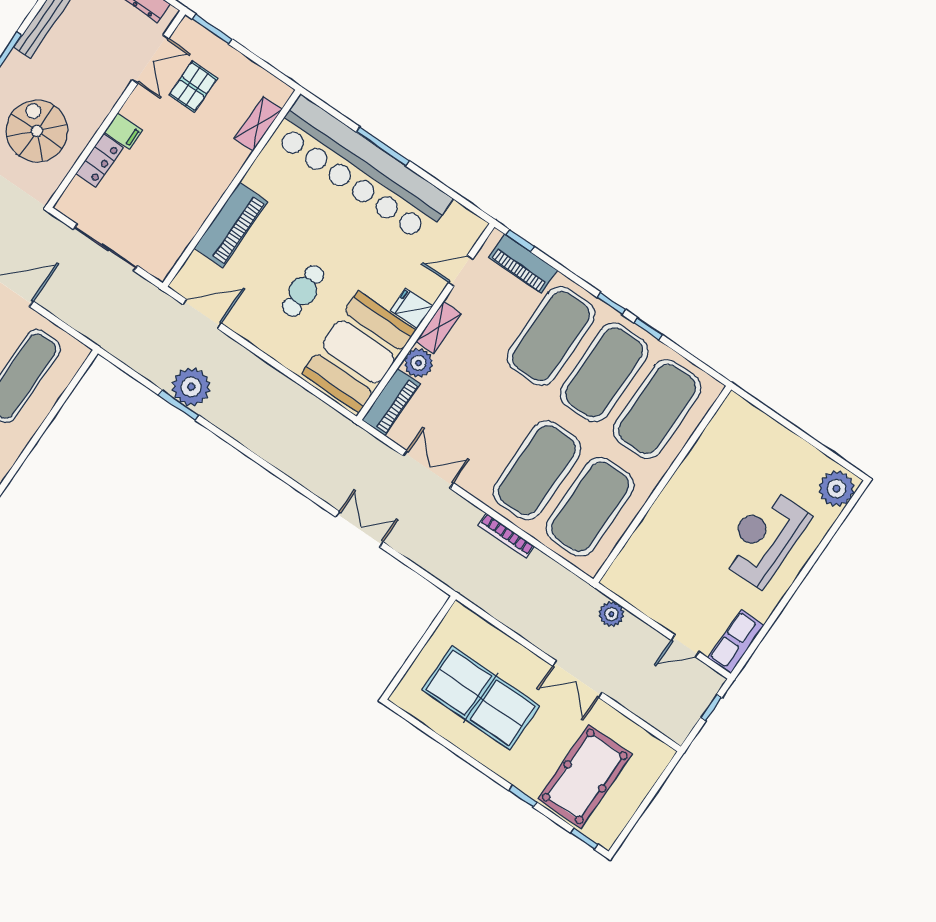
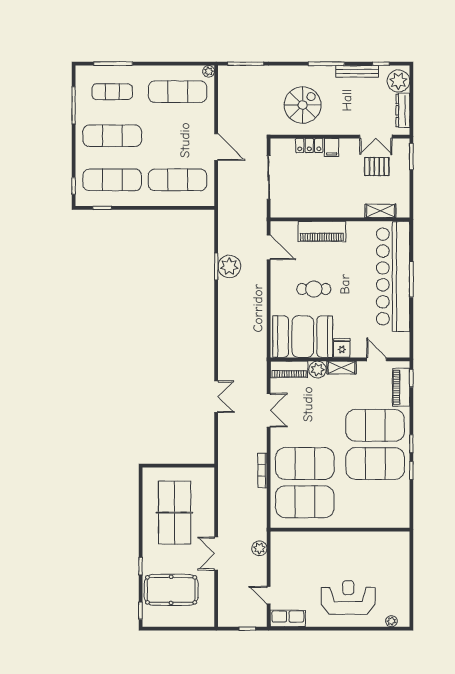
exercise mat: (657, 409) -> (375, 502), removed
plant: (837, 489) -> (391, 621), width x0.53, depth x0.53

